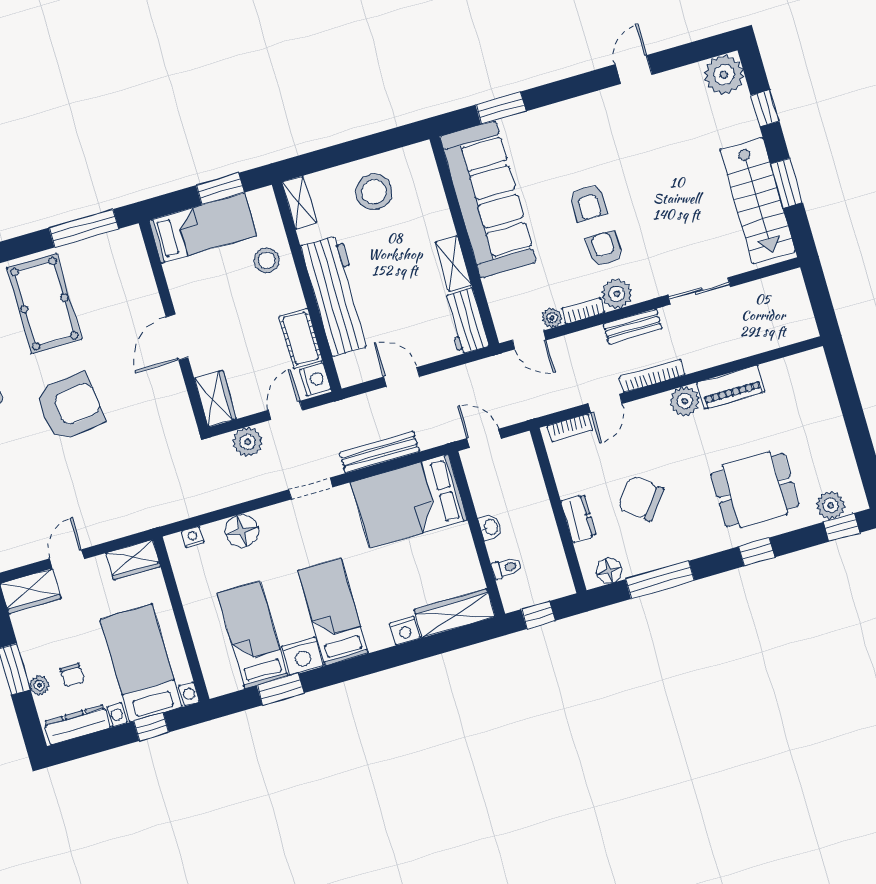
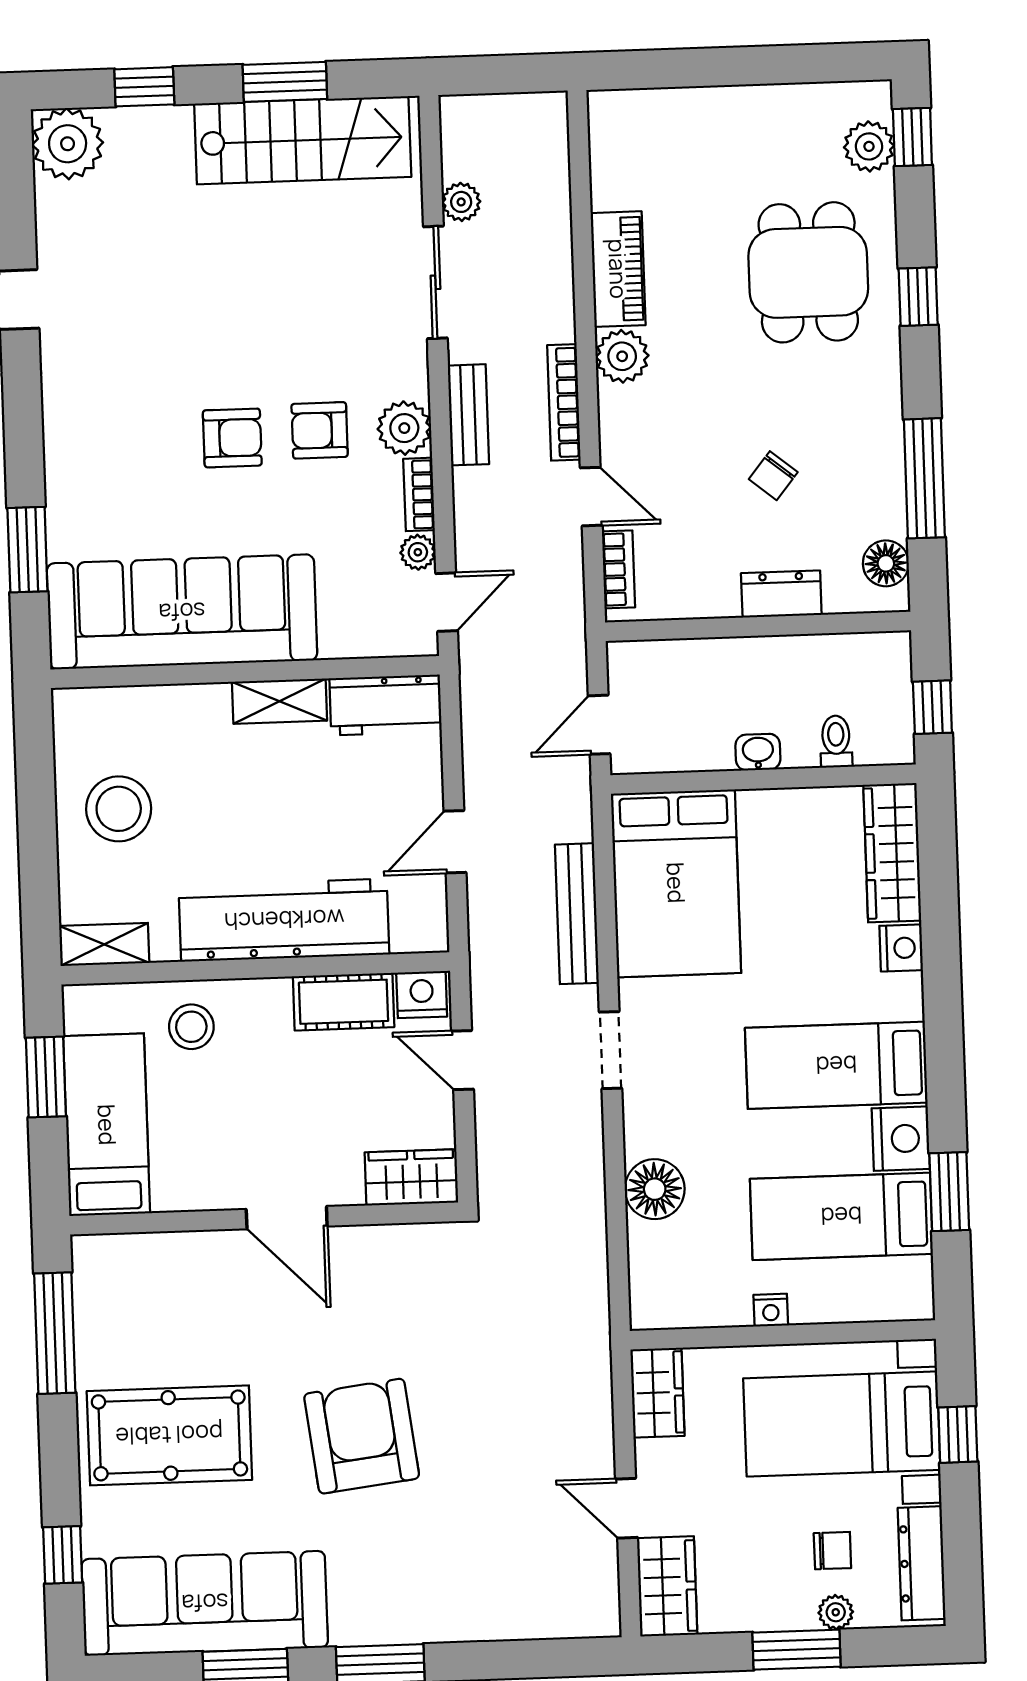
plant: (248, 442) -> (461, 202), moved, width x0.73, depth x0.73
chair: (641, 498) -> (773, 476), width x0.54, depth x0.54
nightstand: (193, 537) -> (771, 1310), moved, turned -90

